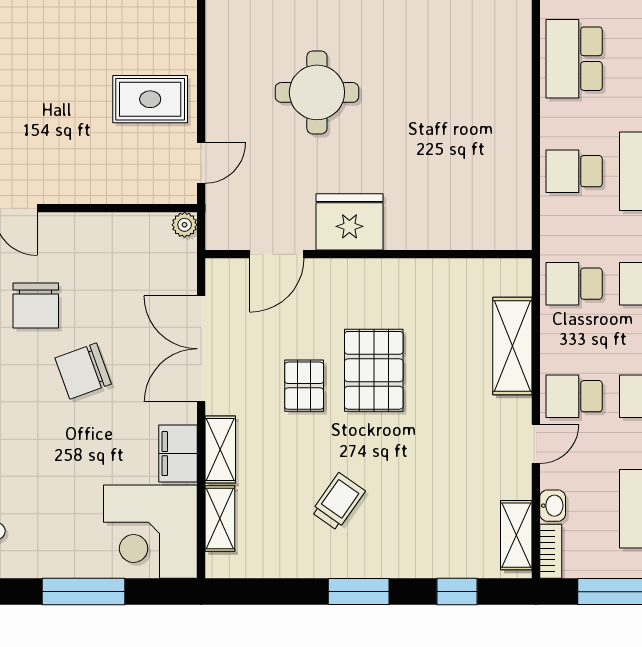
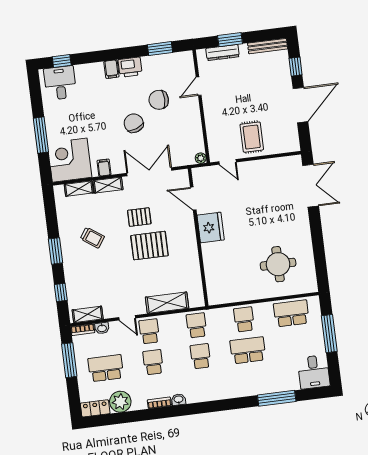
round table: (317, 92) -> (278, 264), moved
filing cabinet: (178, 454) -> (104, 168), width x0.50

